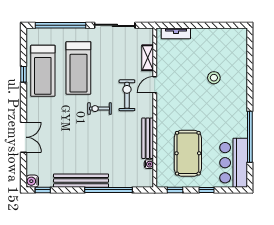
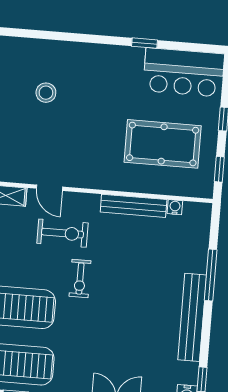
exercise bike: (127, 95) -> (62, 233), turned 180
window: (250, 137) -> (144, 43), width x0.32
window: (108, 190) -> (211, 275), width x0.68

